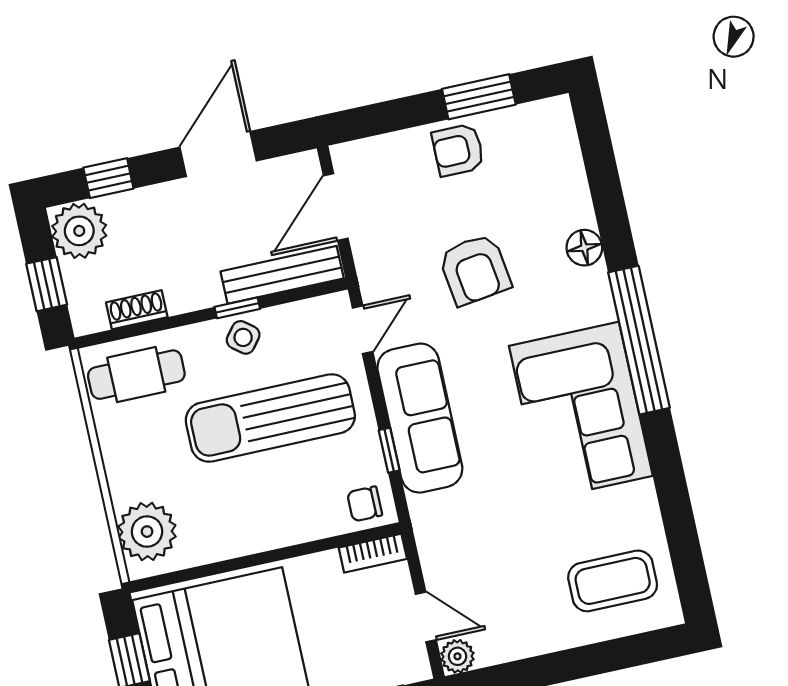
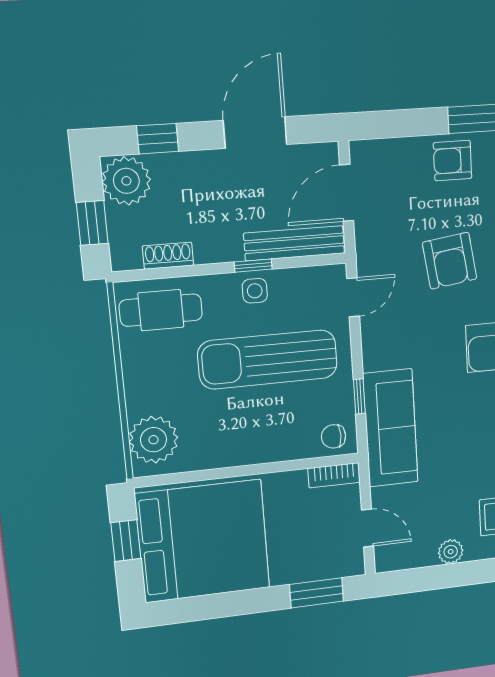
side table: (243, 337) -> (255, 291), turned -38
sofa: (420, 418) -> (391, 428), moved
plant: (457, 656) -> (451, 552), moved

